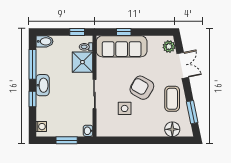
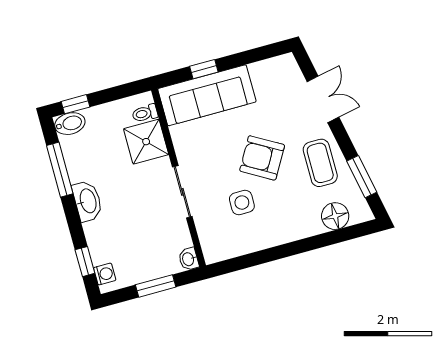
window: (77, 32) -> (75, 104), moved
plant: (169, 46) -> (290, 73), removed
window: (32, 99) -> (85, 262), moved

